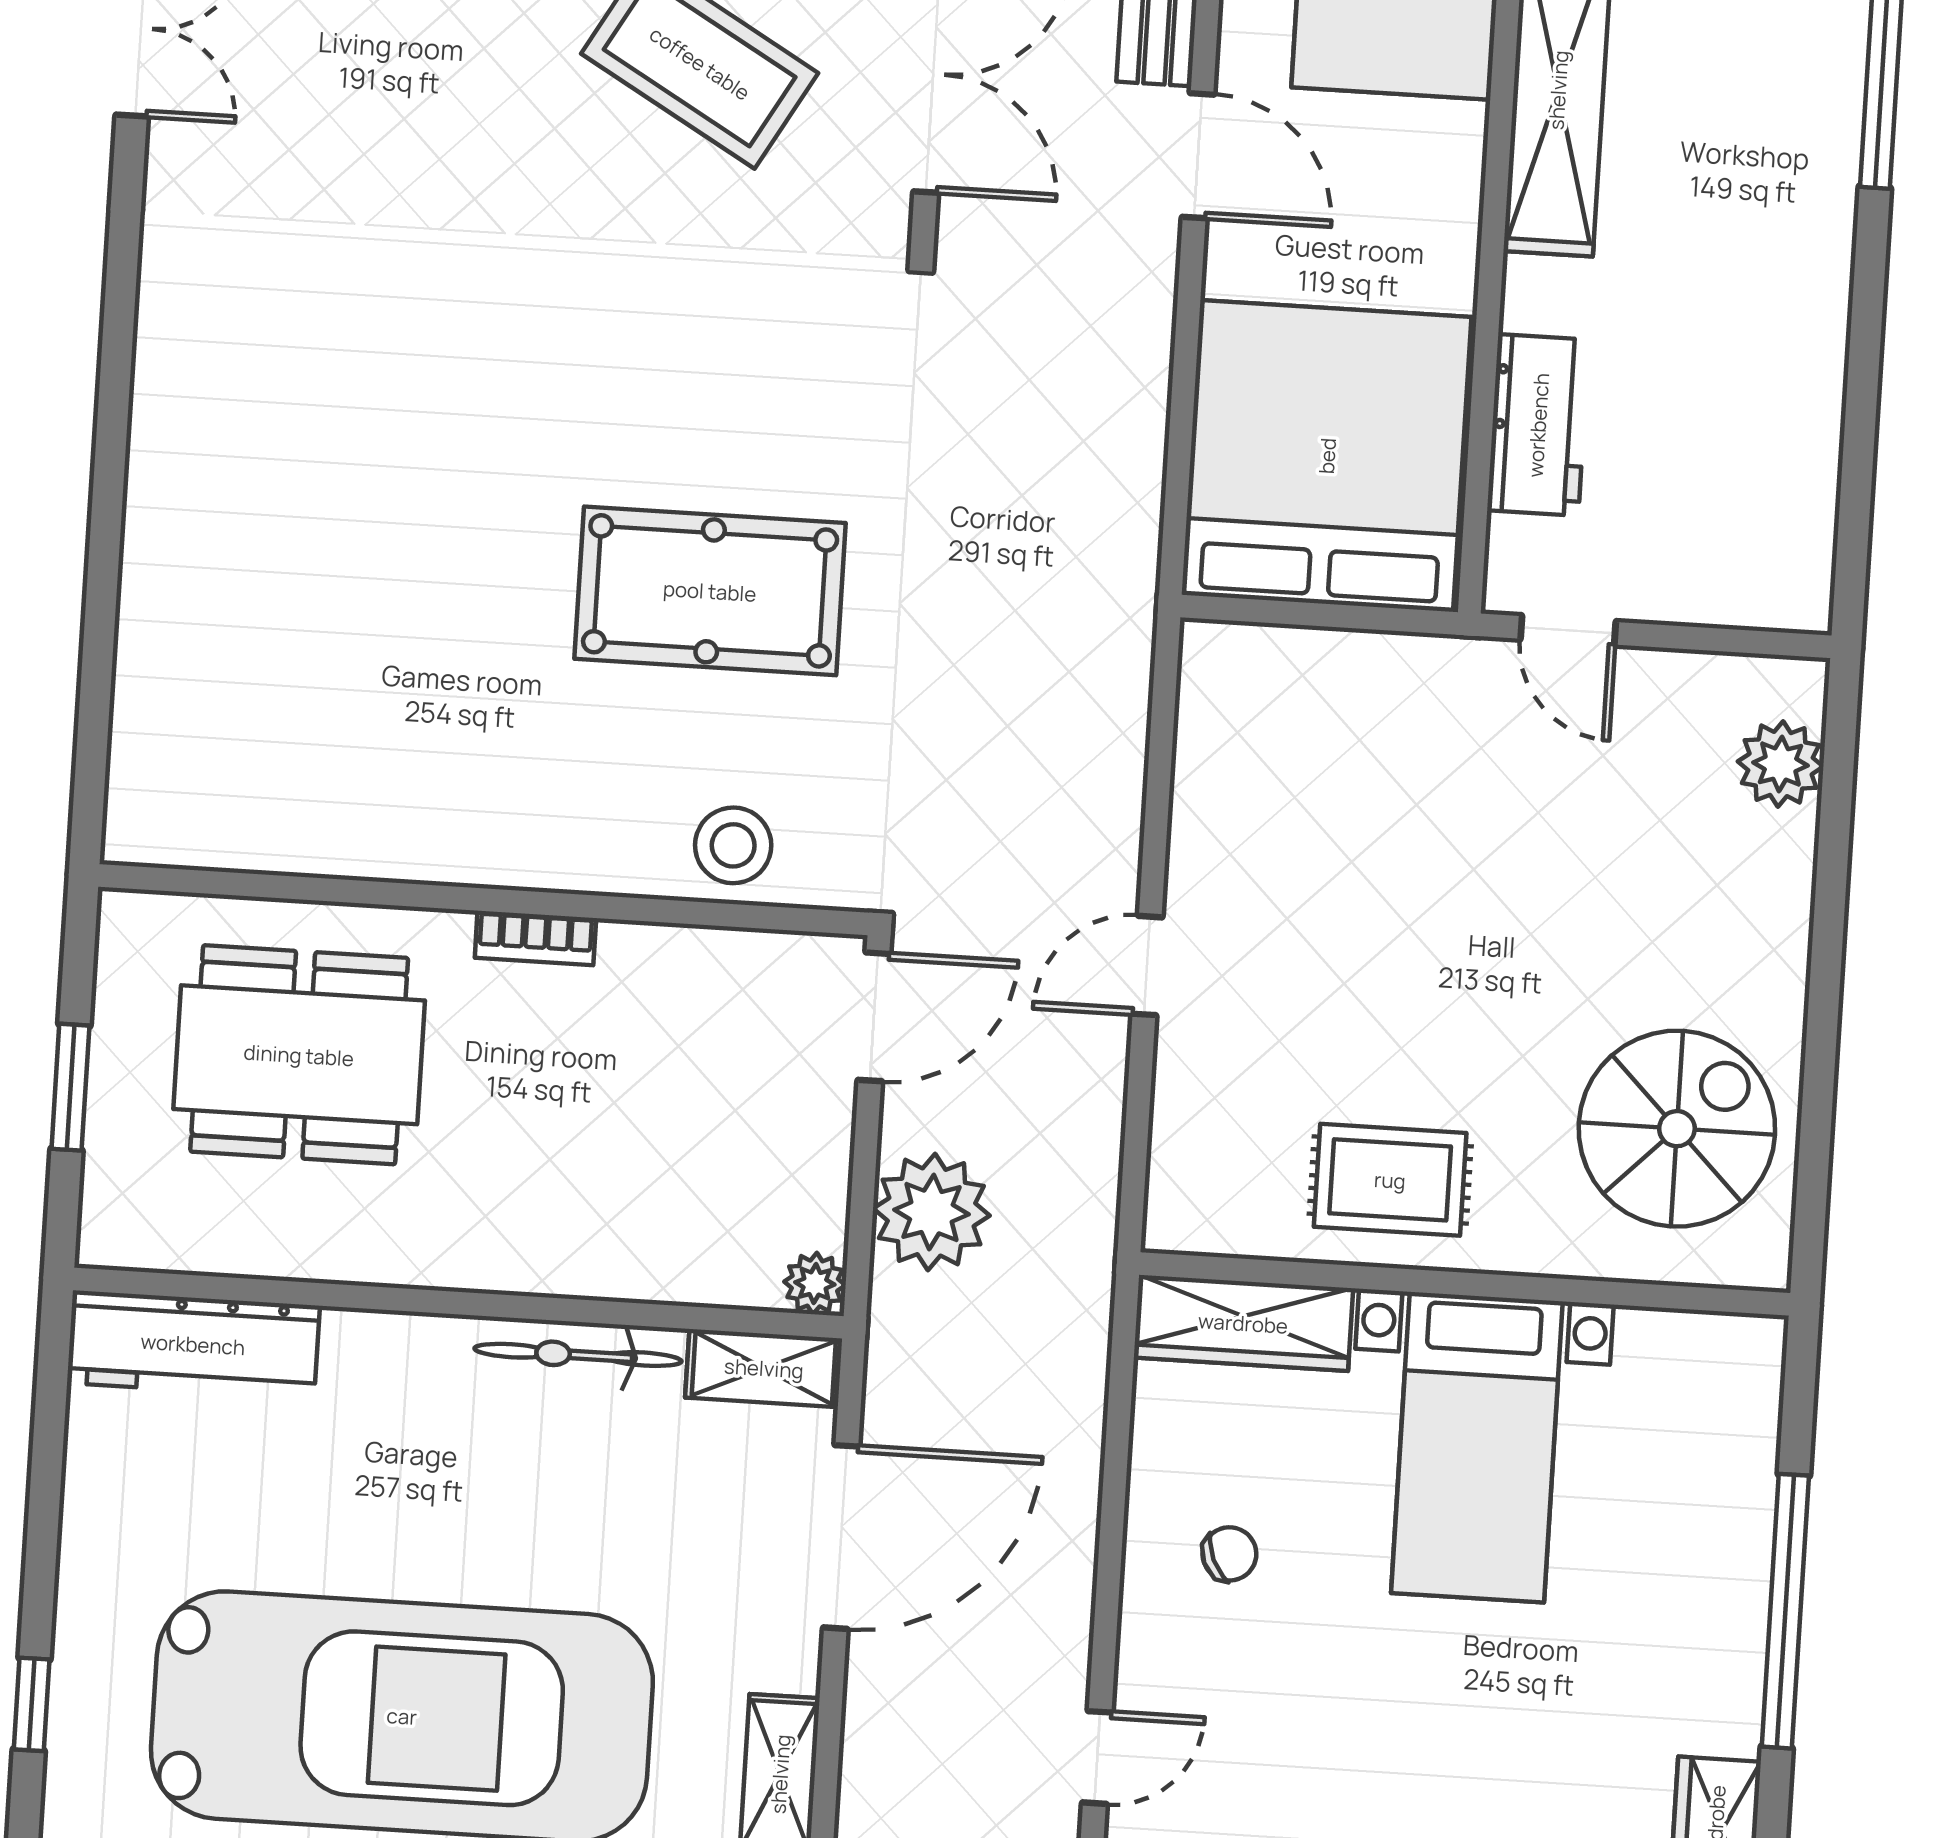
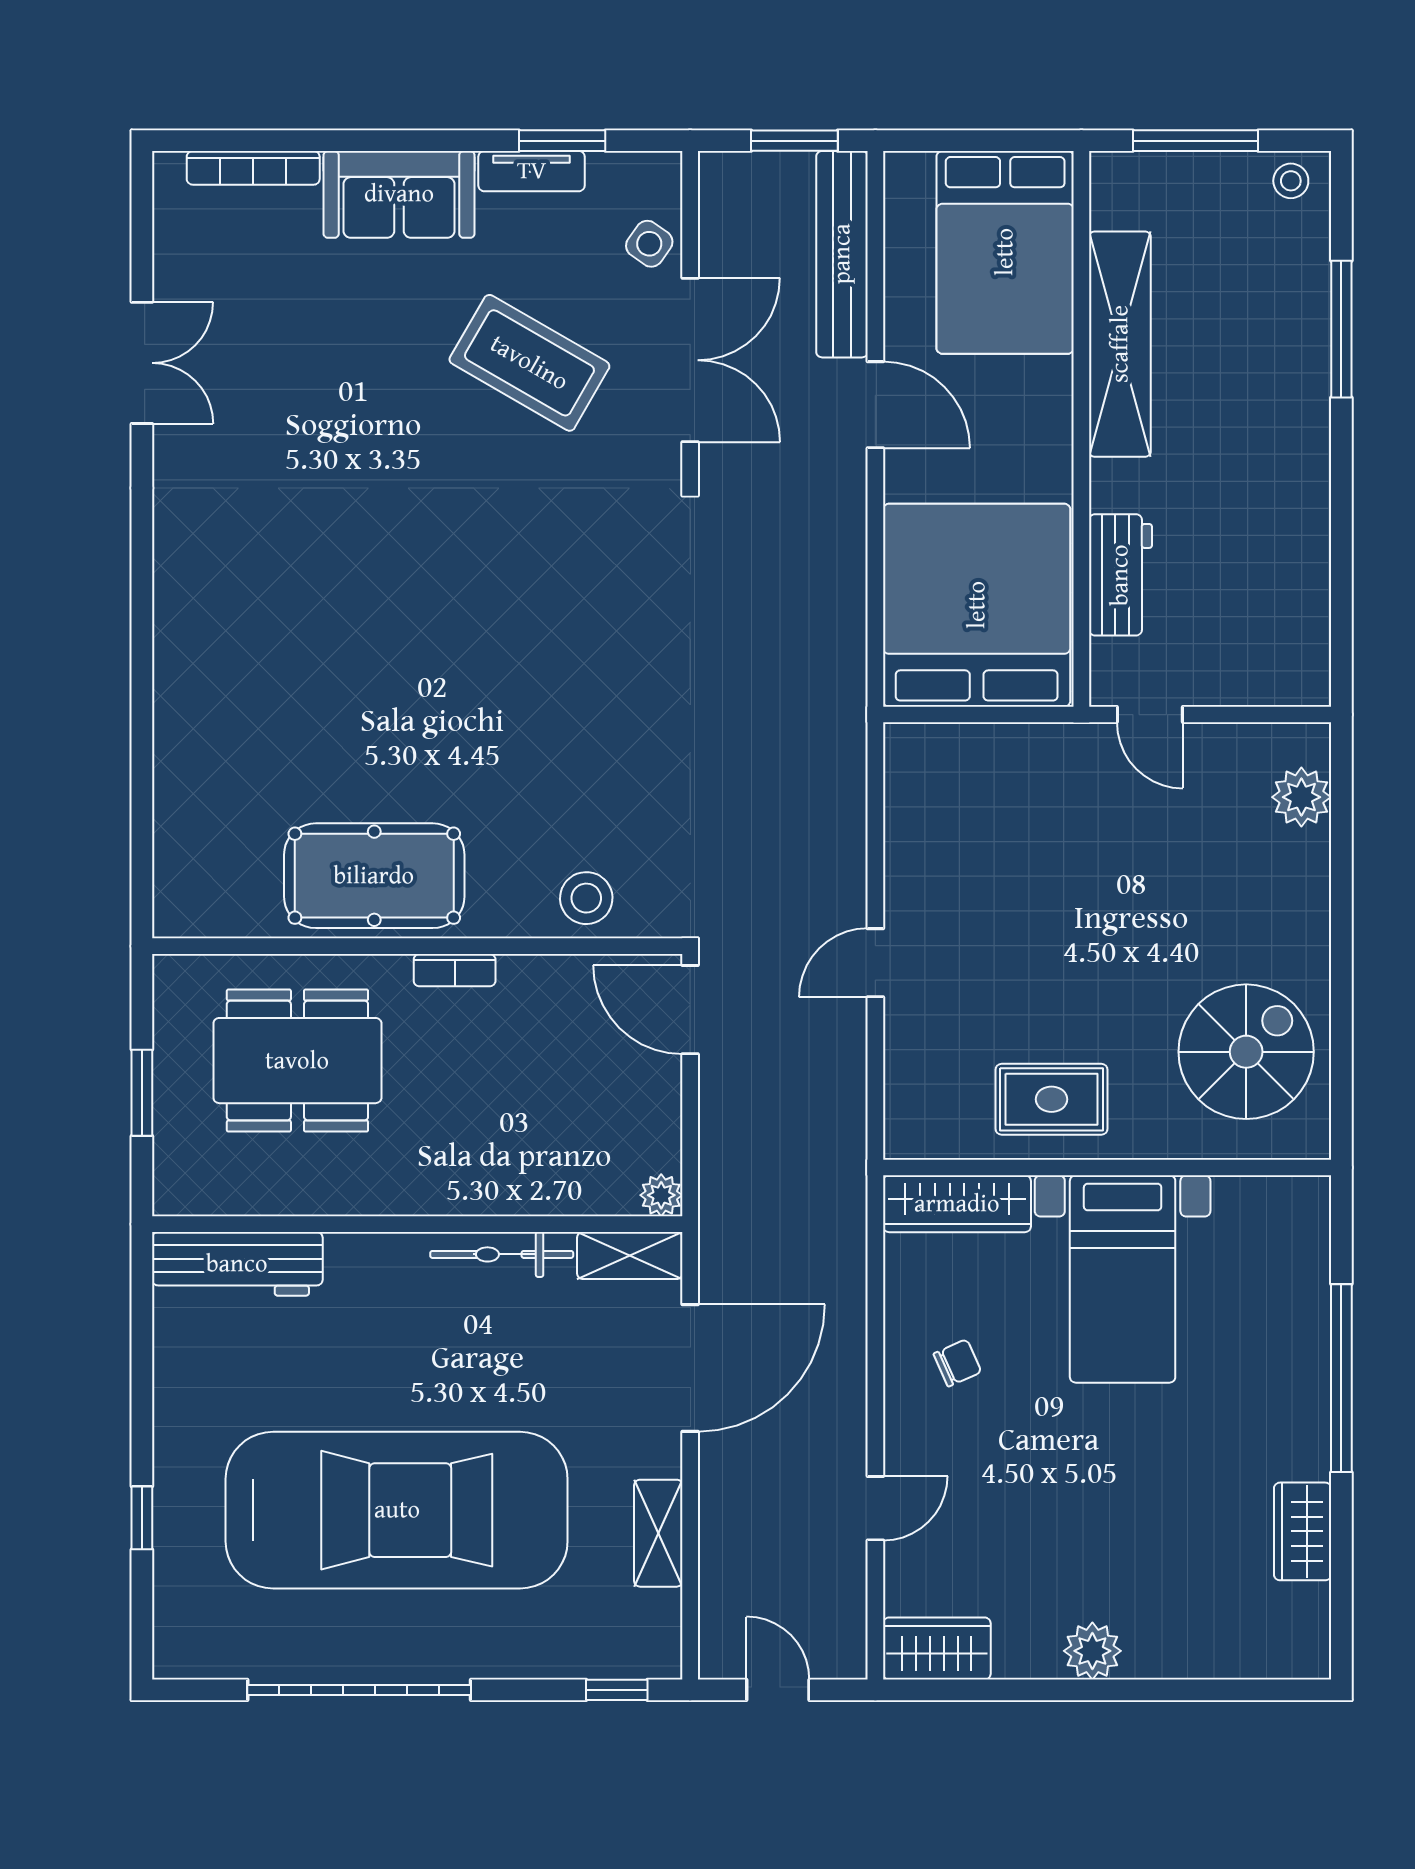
pool table: (710, 591) -> (374, 876), moved
door: (874, 1017) -> (690, 1010), swing flipped
plant: (931, 1212) -> (738, 1141), removed

